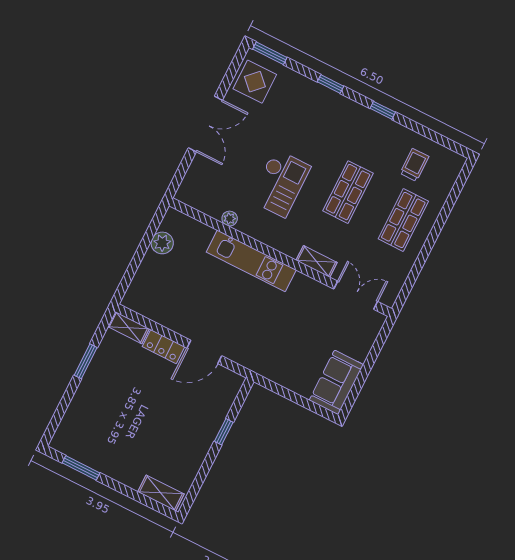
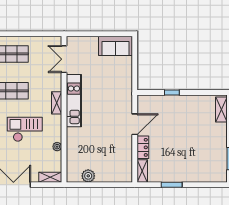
shelving: (189, 185) -> (50, 177), added
kitchen unit: (251, 261) -> (74, 101), moved
shelving: (317, 261) -> (57, 103), moved
door: (204, 352) -> (135, 124), hinge flipped

